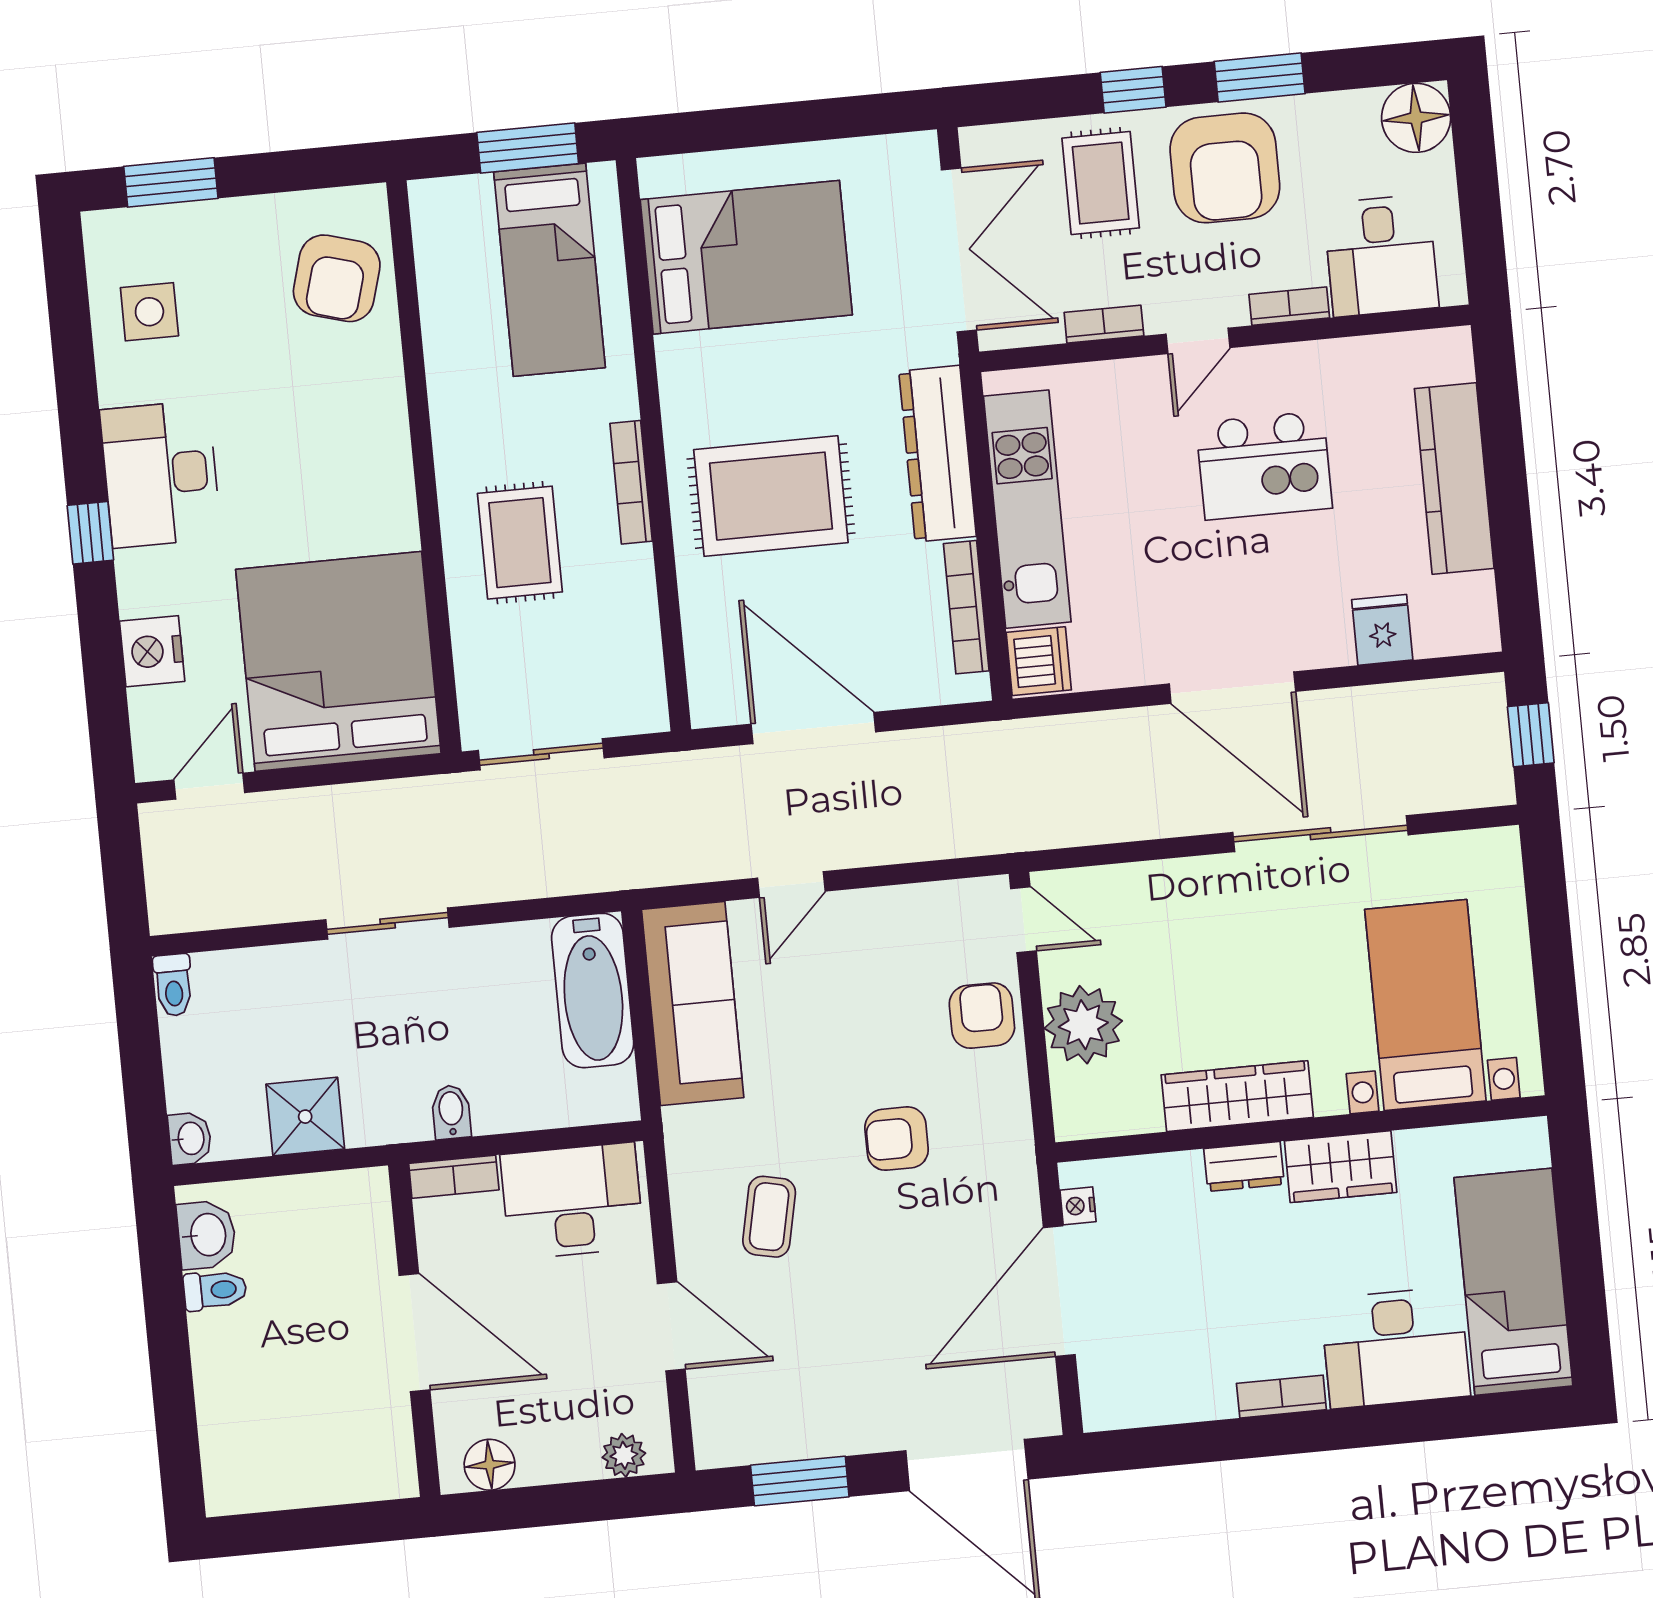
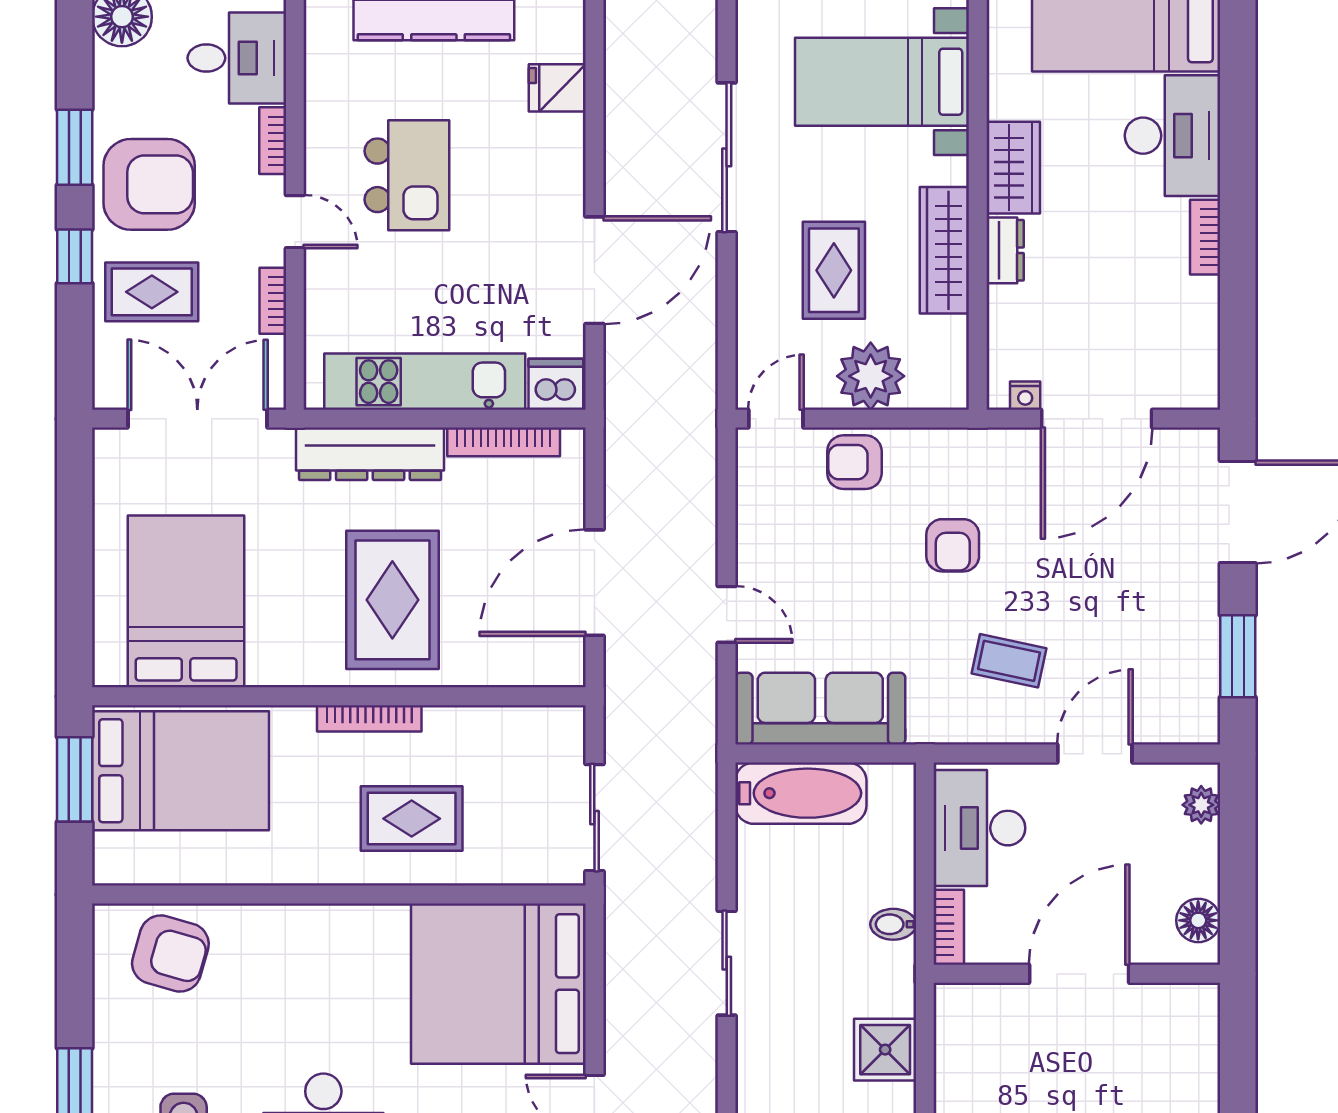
bed: (549, 270) -> (181, 771), width x1.50
door: (1232, 688) -> (594, 270), moved
rug: (1202, 970) -> (834, 270), added
door: (1059, 1291) -> (1097, 419), hinge flipped

